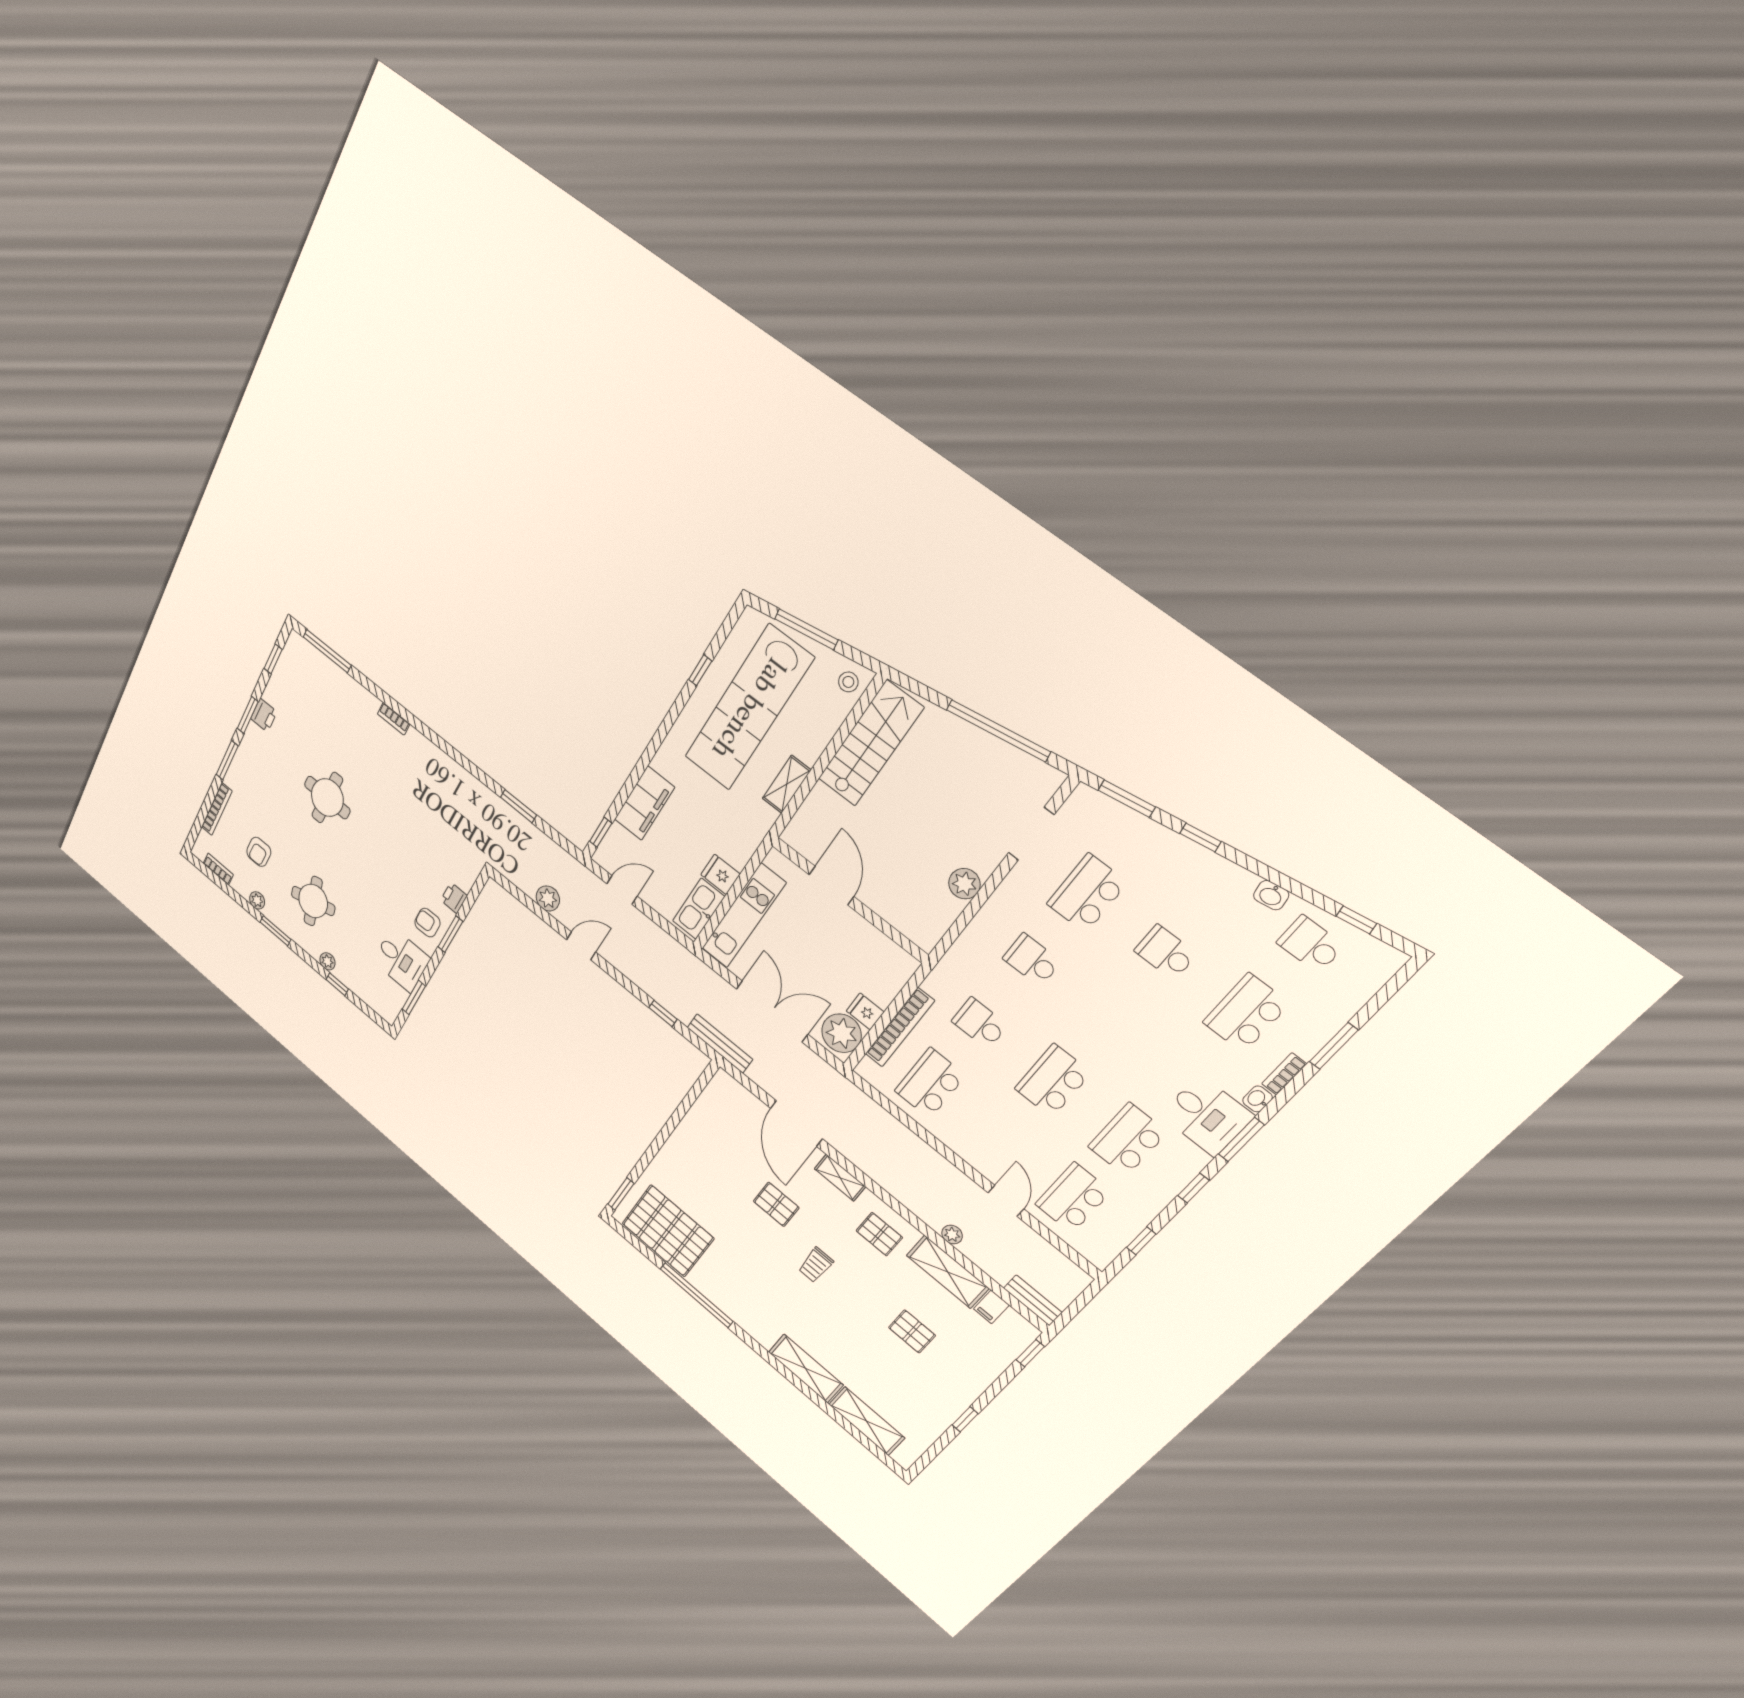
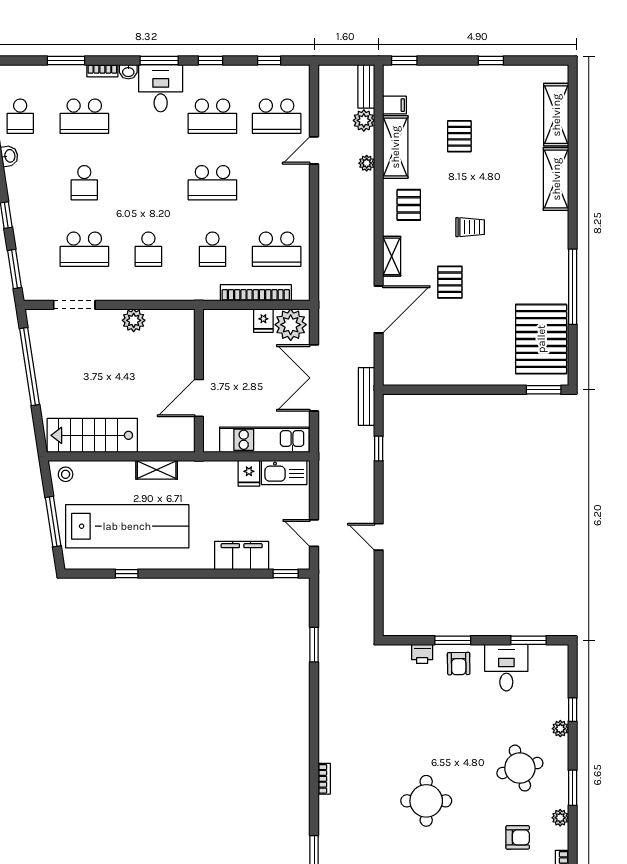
plant: (548, 898) -> (364, 120), moved

